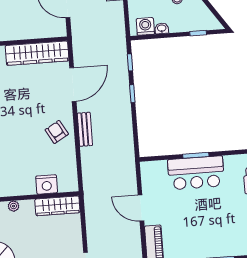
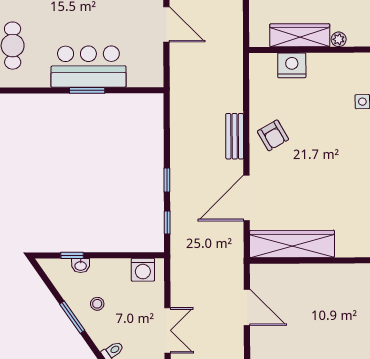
washbasin: (162, 28) -> (81, 266), moved
wardrobe: (57, 206) -> (300, 35), moved

